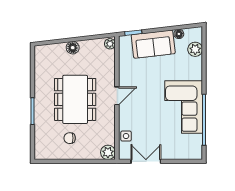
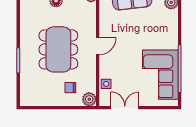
corner sofa: (184, 107) -> (160, 75), moved
chair: (70, 138) -> (70, 88), moved

